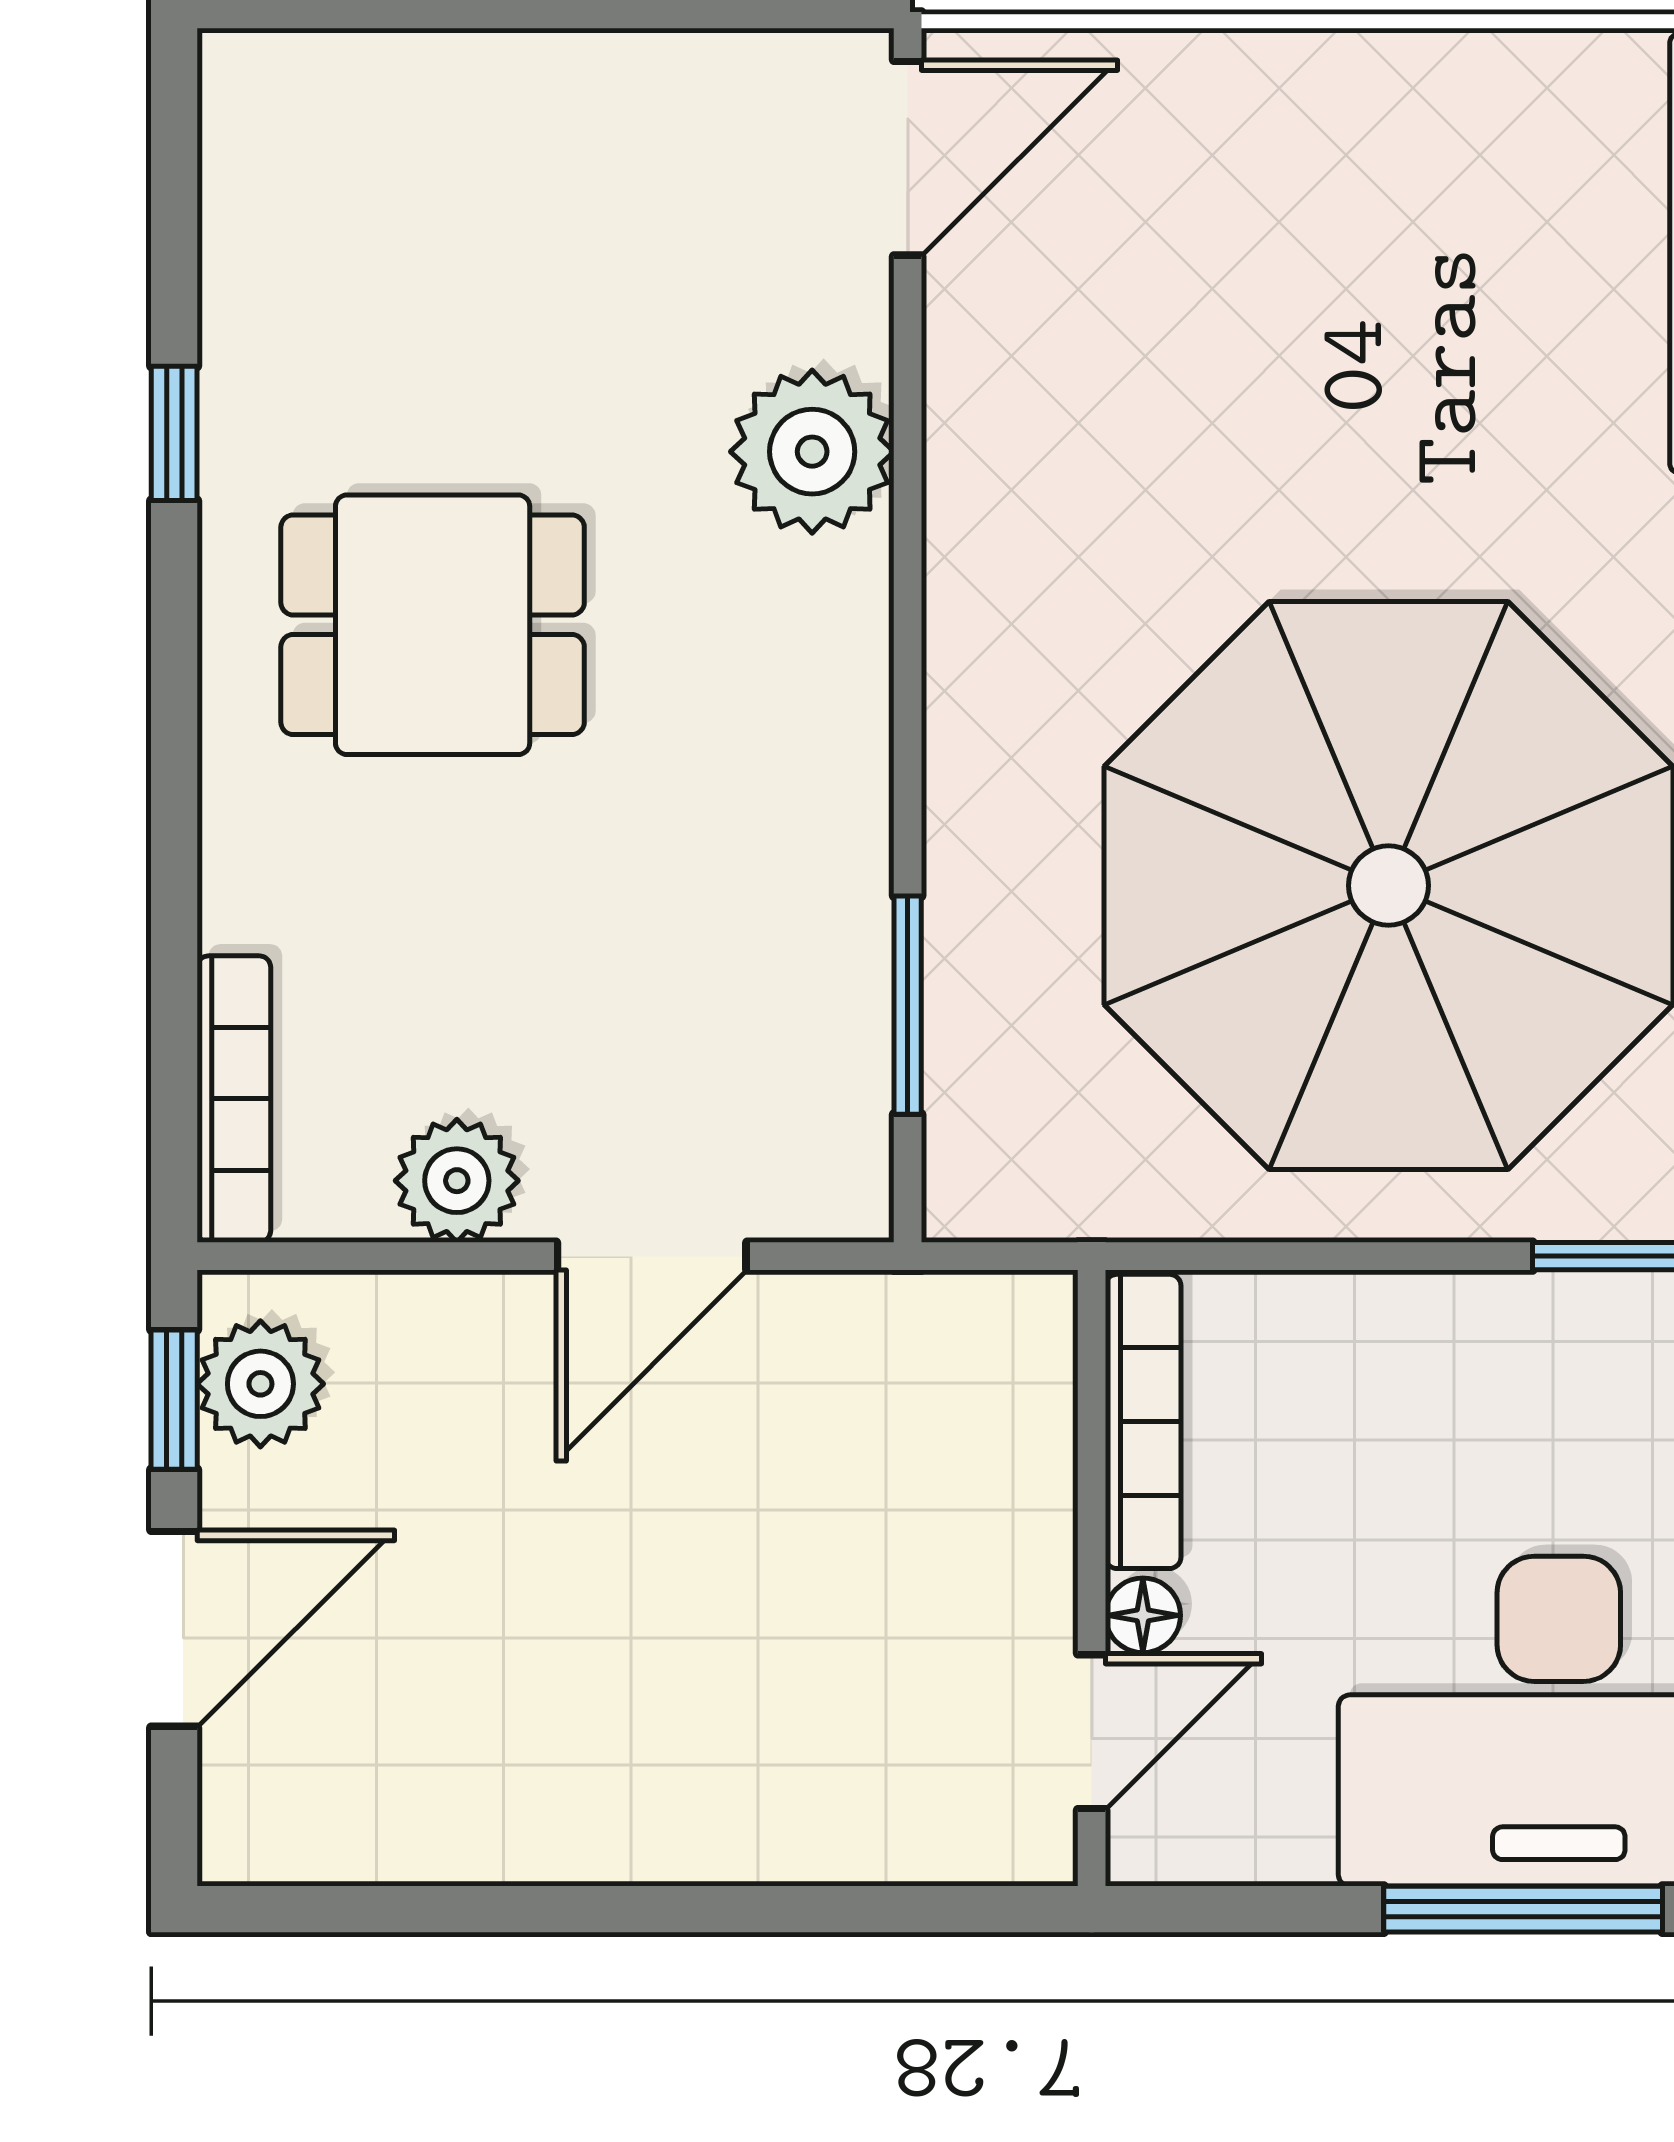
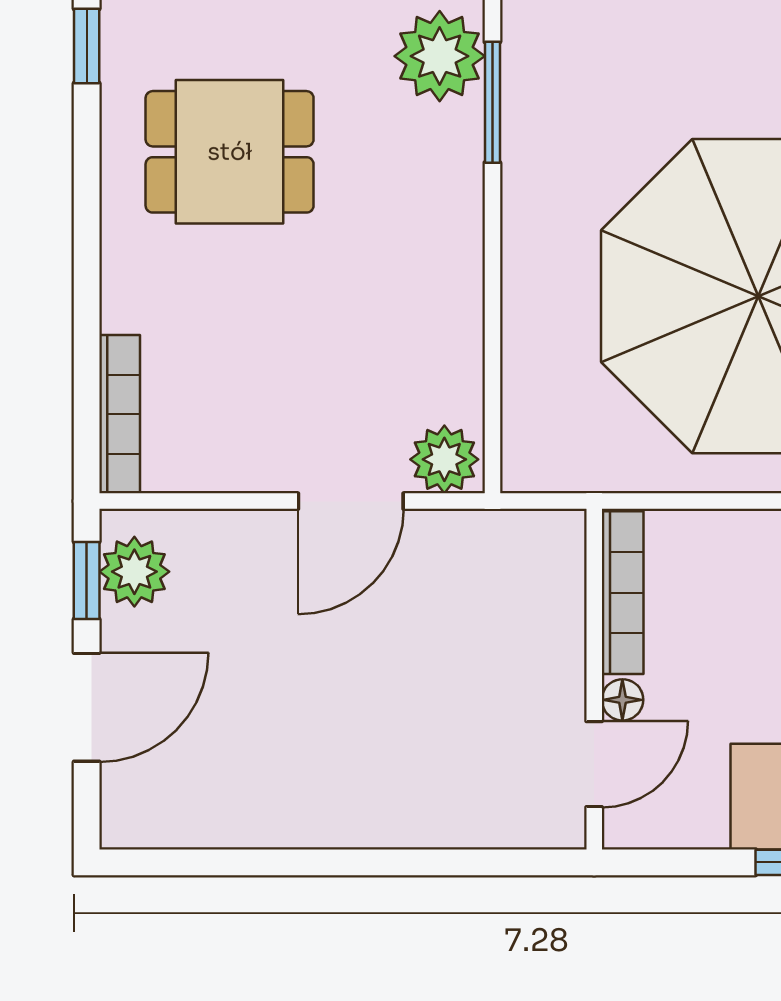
window: (908, 1005) -> (492, 102), moved
plant: (457, 1181) -> (444, 459), moved

